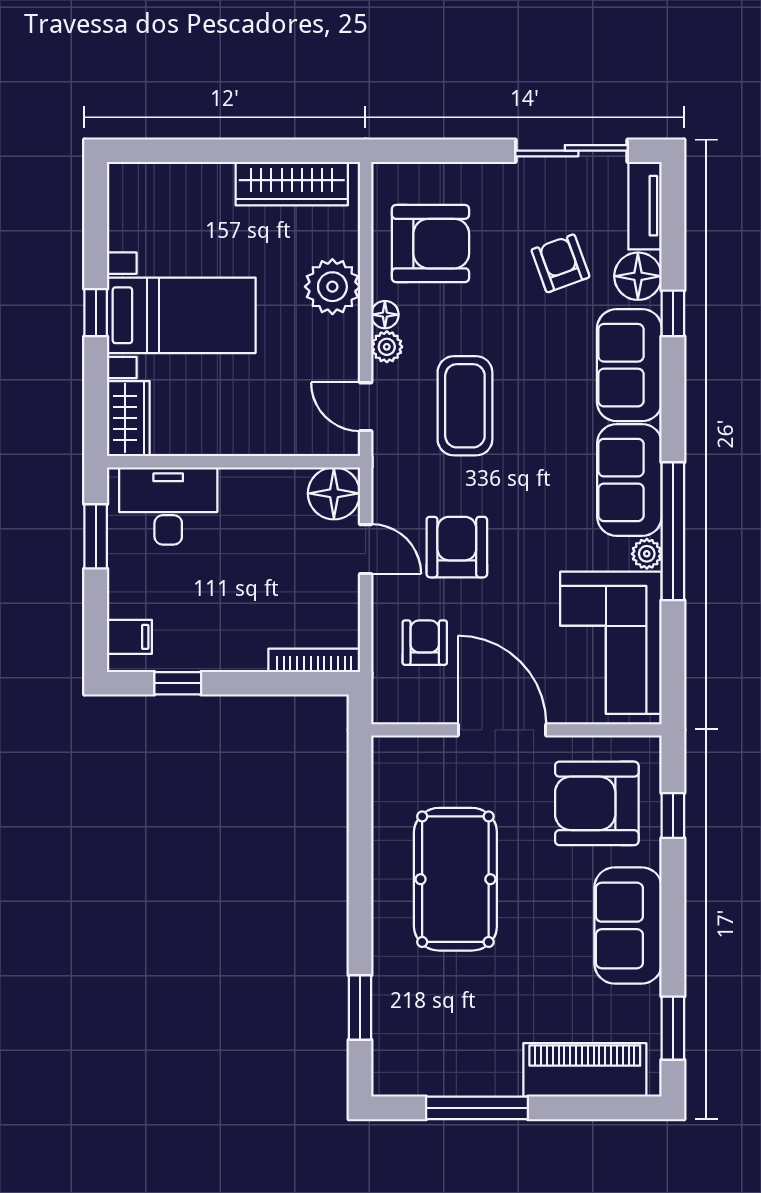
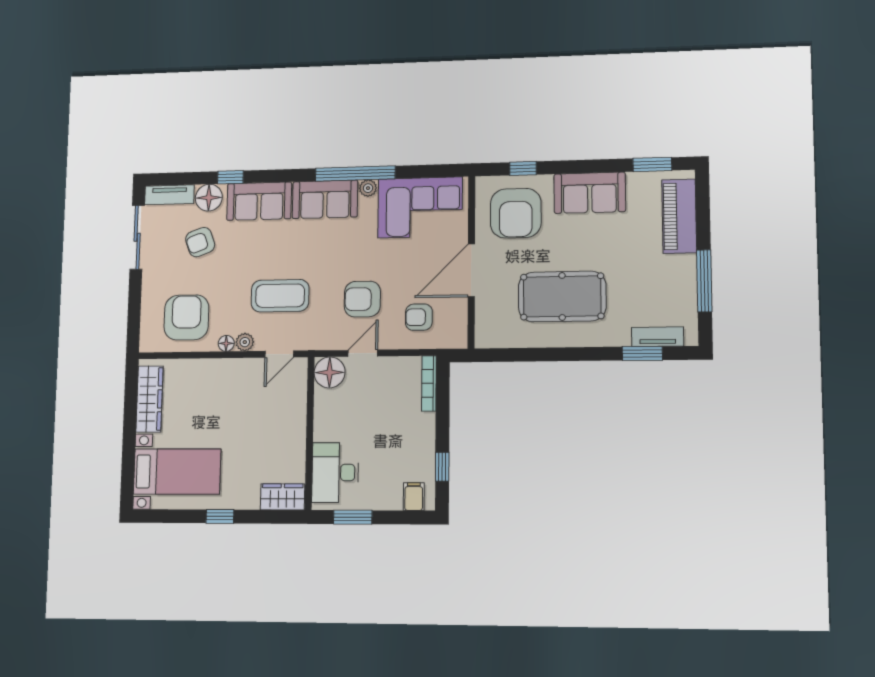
plant: (332, 287) -> (209, 374), removed
bed with nightstands: (181, 315) -> (177, 471), moved, turned 90
tv unit: (387, 1032) -> (658, 337), added

